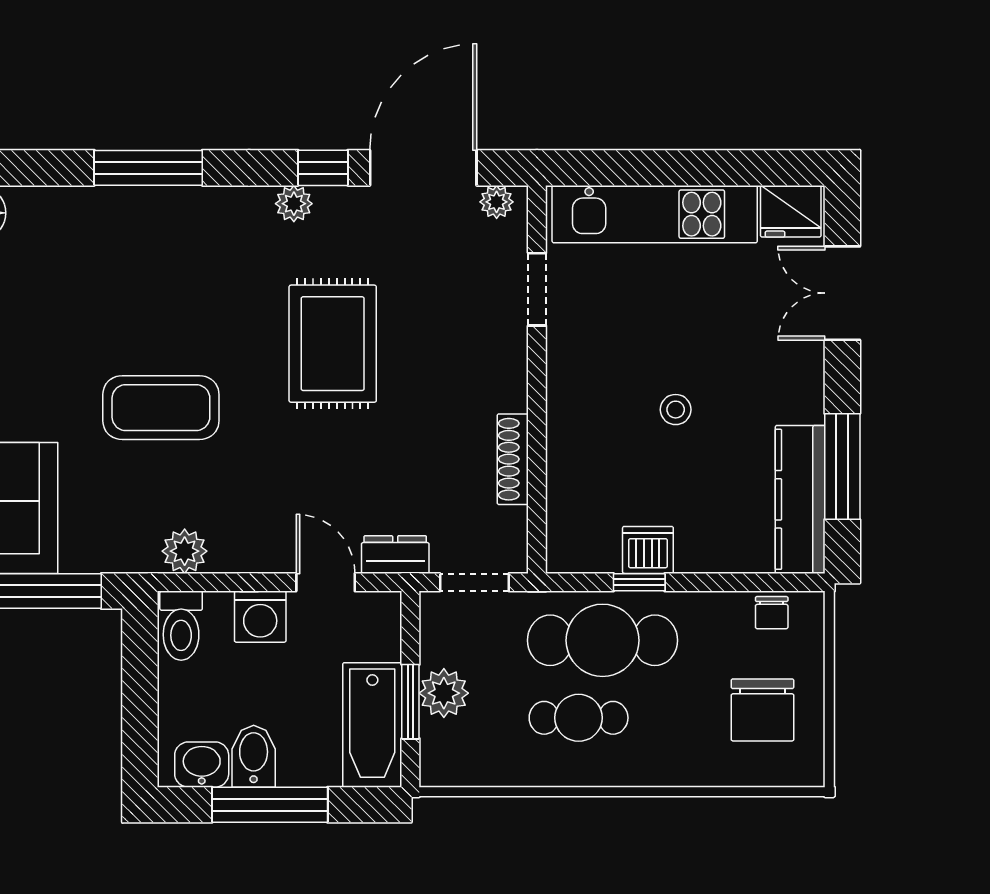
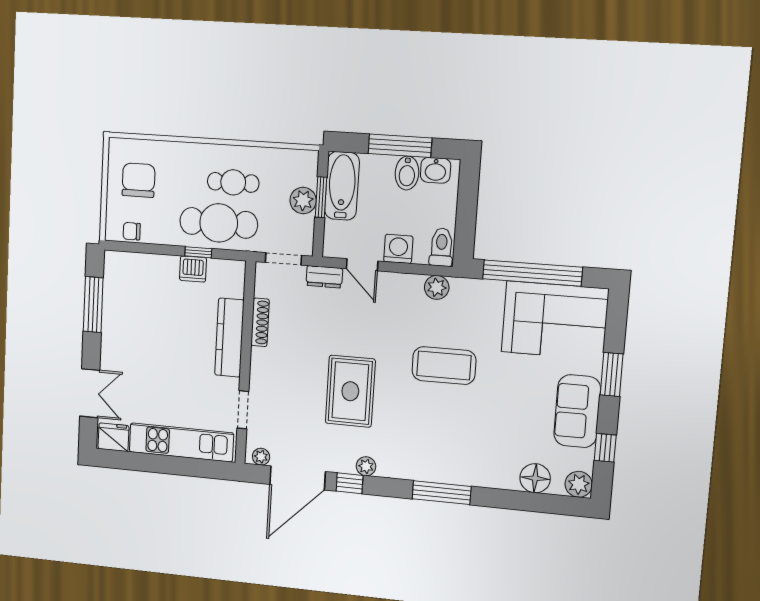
stool: (676, 410) -> (175, 341), removed
kitchen counter: (800, 499) -> (229, 338), moved, turned 180
chair: (772, 613) -> (132, 231), turned -90

